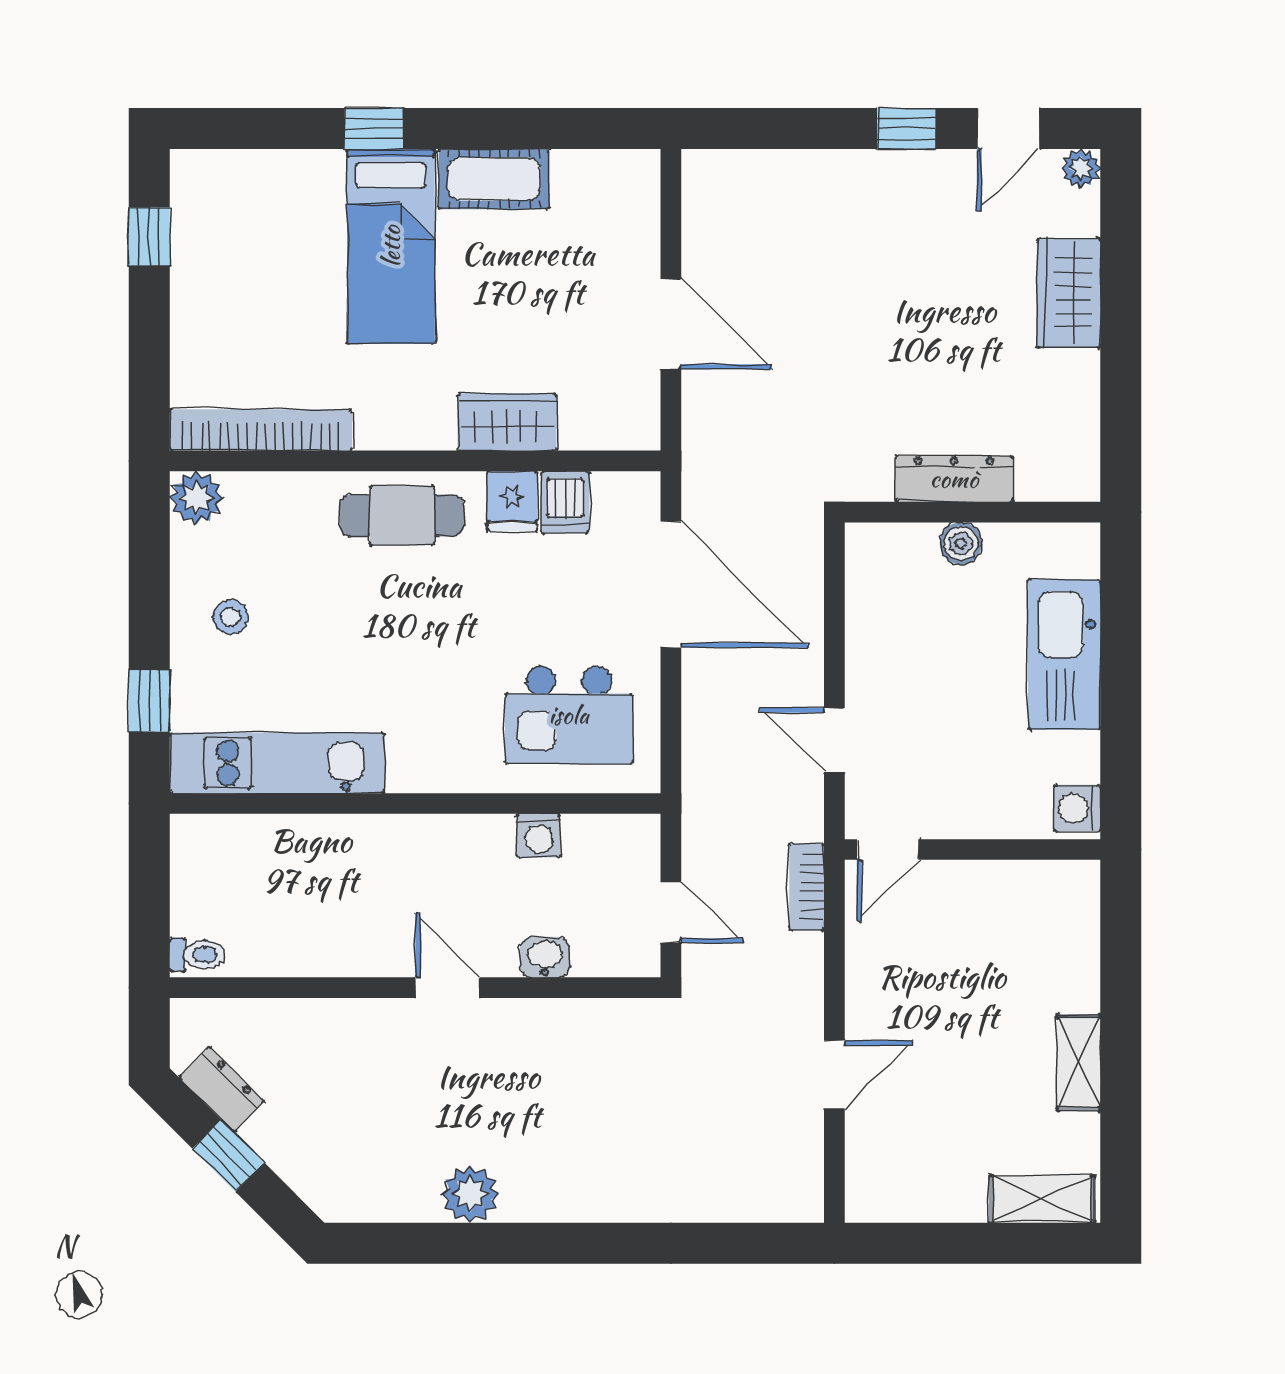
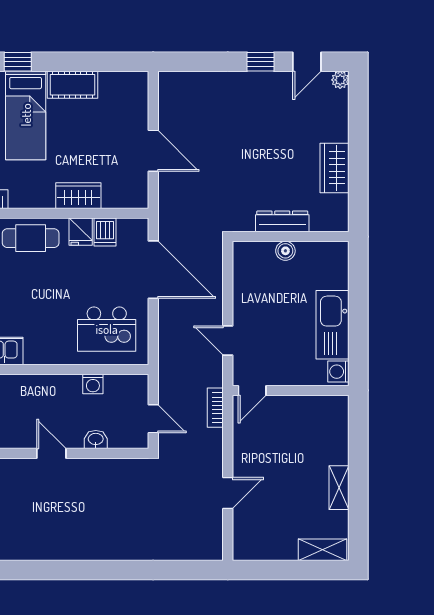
wardrobe: (1069, 293) -> (335, 168), moved
kitchen sink: (1064, 655) -> (333, 325), moved
plant: (470, 1194) -> (62, 548), removed

